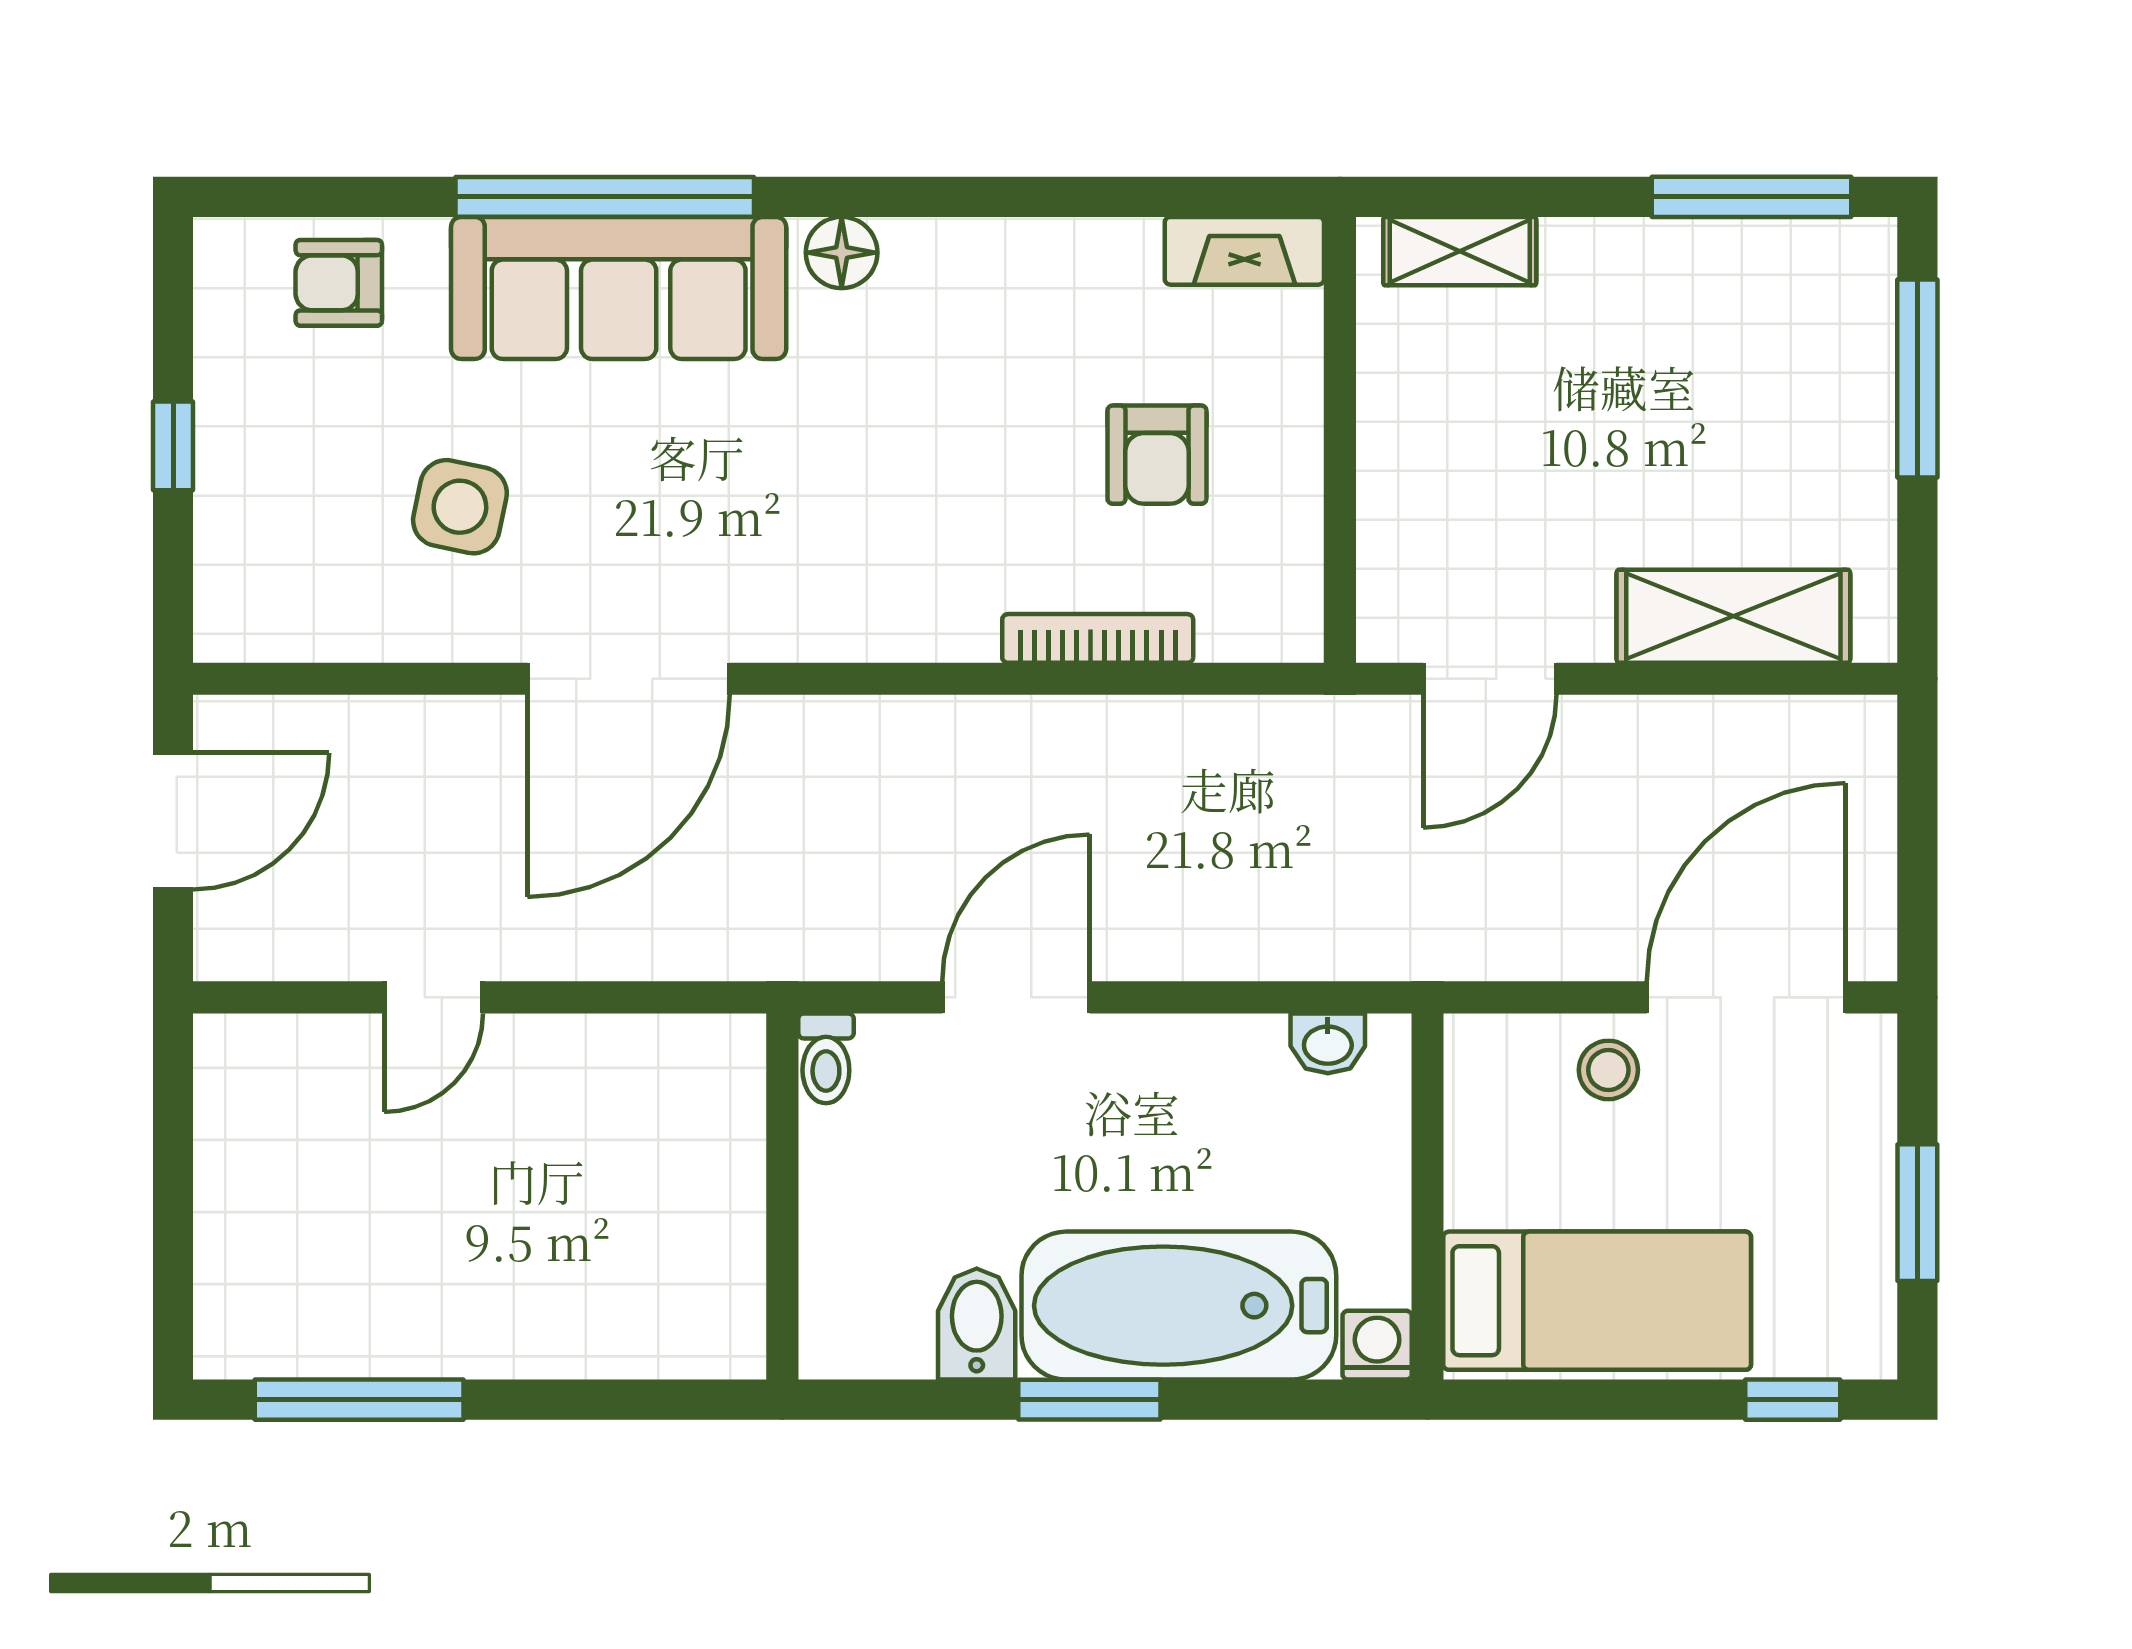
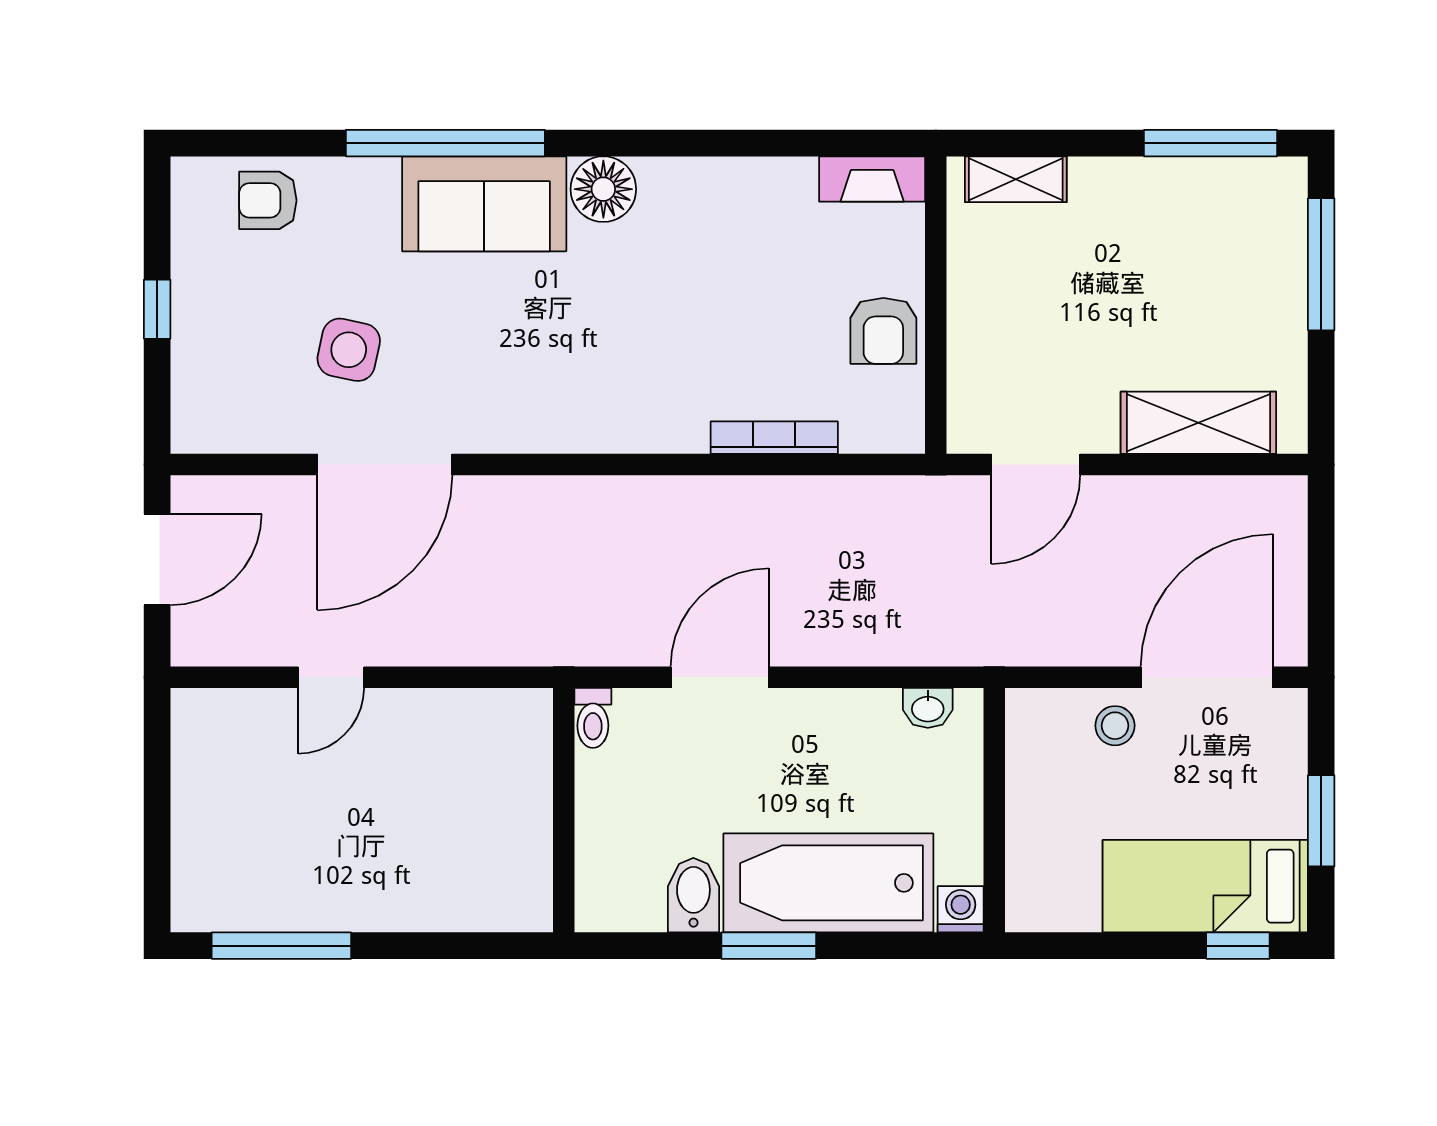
floor lamp: (842, 253) -> (603, 189), width x1.38, depth x1.38
sofa: (619, 288) -> (484, 204), width x0.73
armchair: (1157, 455) -> (883, 331), moved
door: (628, 679) -> (385, 465), moved
bed: (1597, 1301) -> (1205, 886), moved, turned 180

